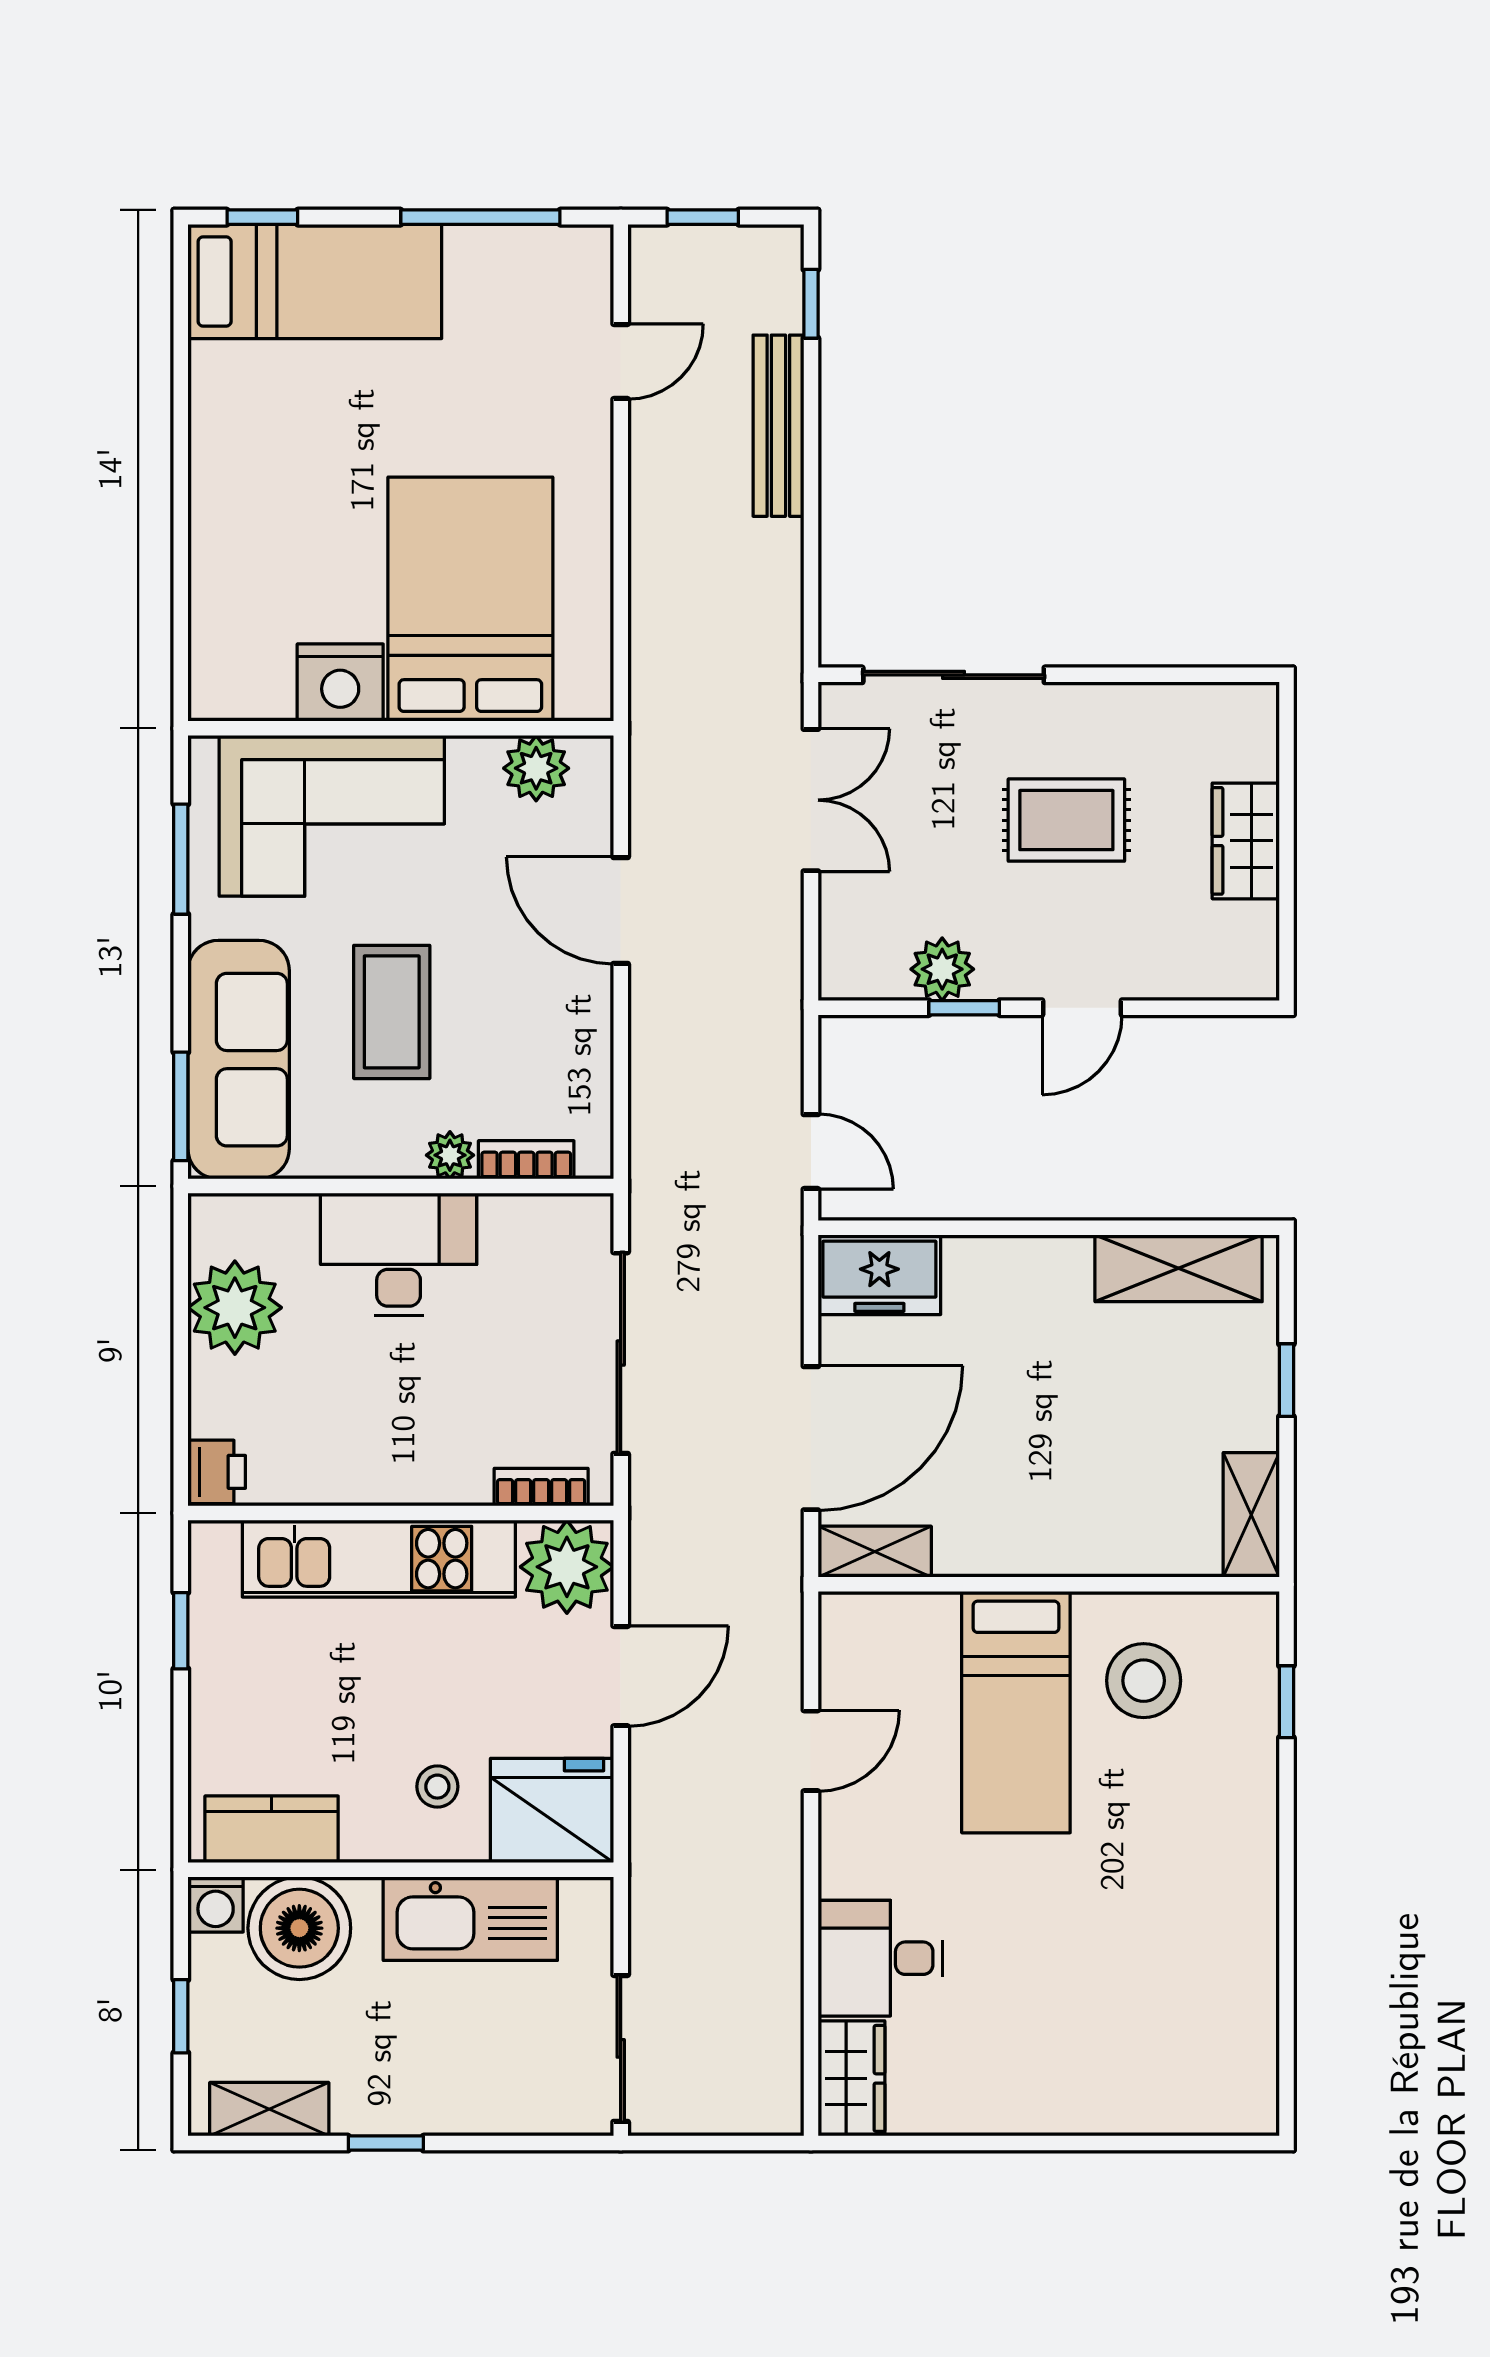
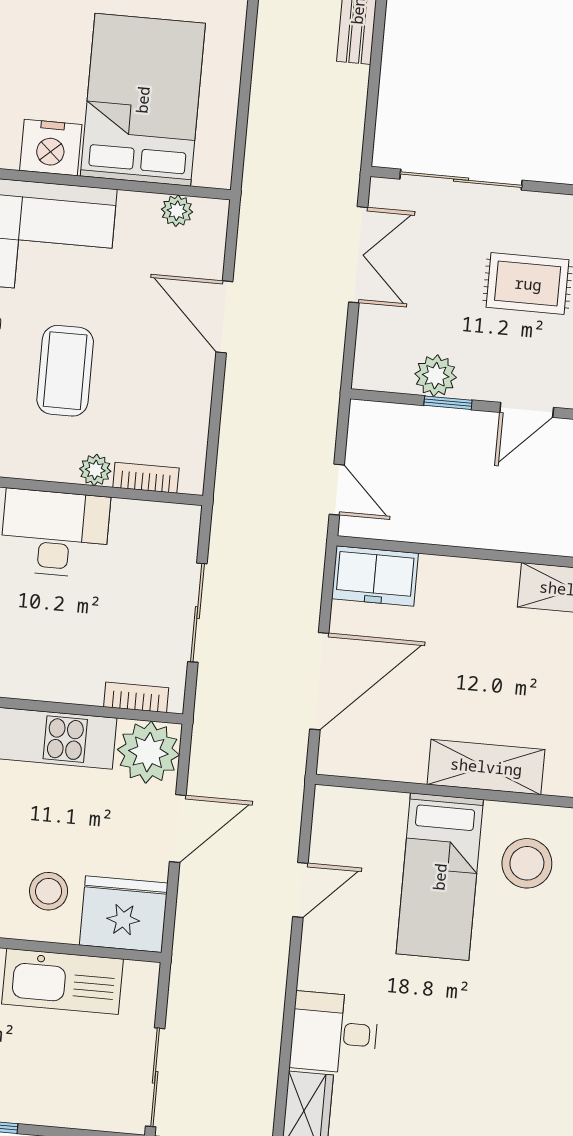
plant: (536, 768) -> (177, 211), width x0.73, depth x0.73
sliding door: (621, 1353) -> (197, 613), width x0.73
shelving: (875, 1552) -> (486, 767), moved, width x1.50, depth x1.33
stool: (437, 1787) -> (49, 891), width x1.37, depth x1.37

